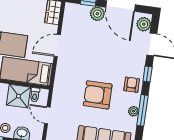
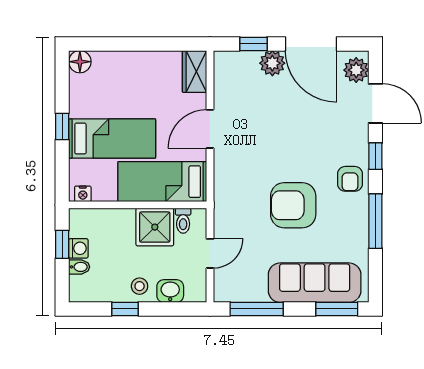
armchair: (132, 85) -> (350, 179), turned 180
plant: (133, 111) -> (360, 225), removed
door: (47, 115) -> (210, 253), swing flipped

